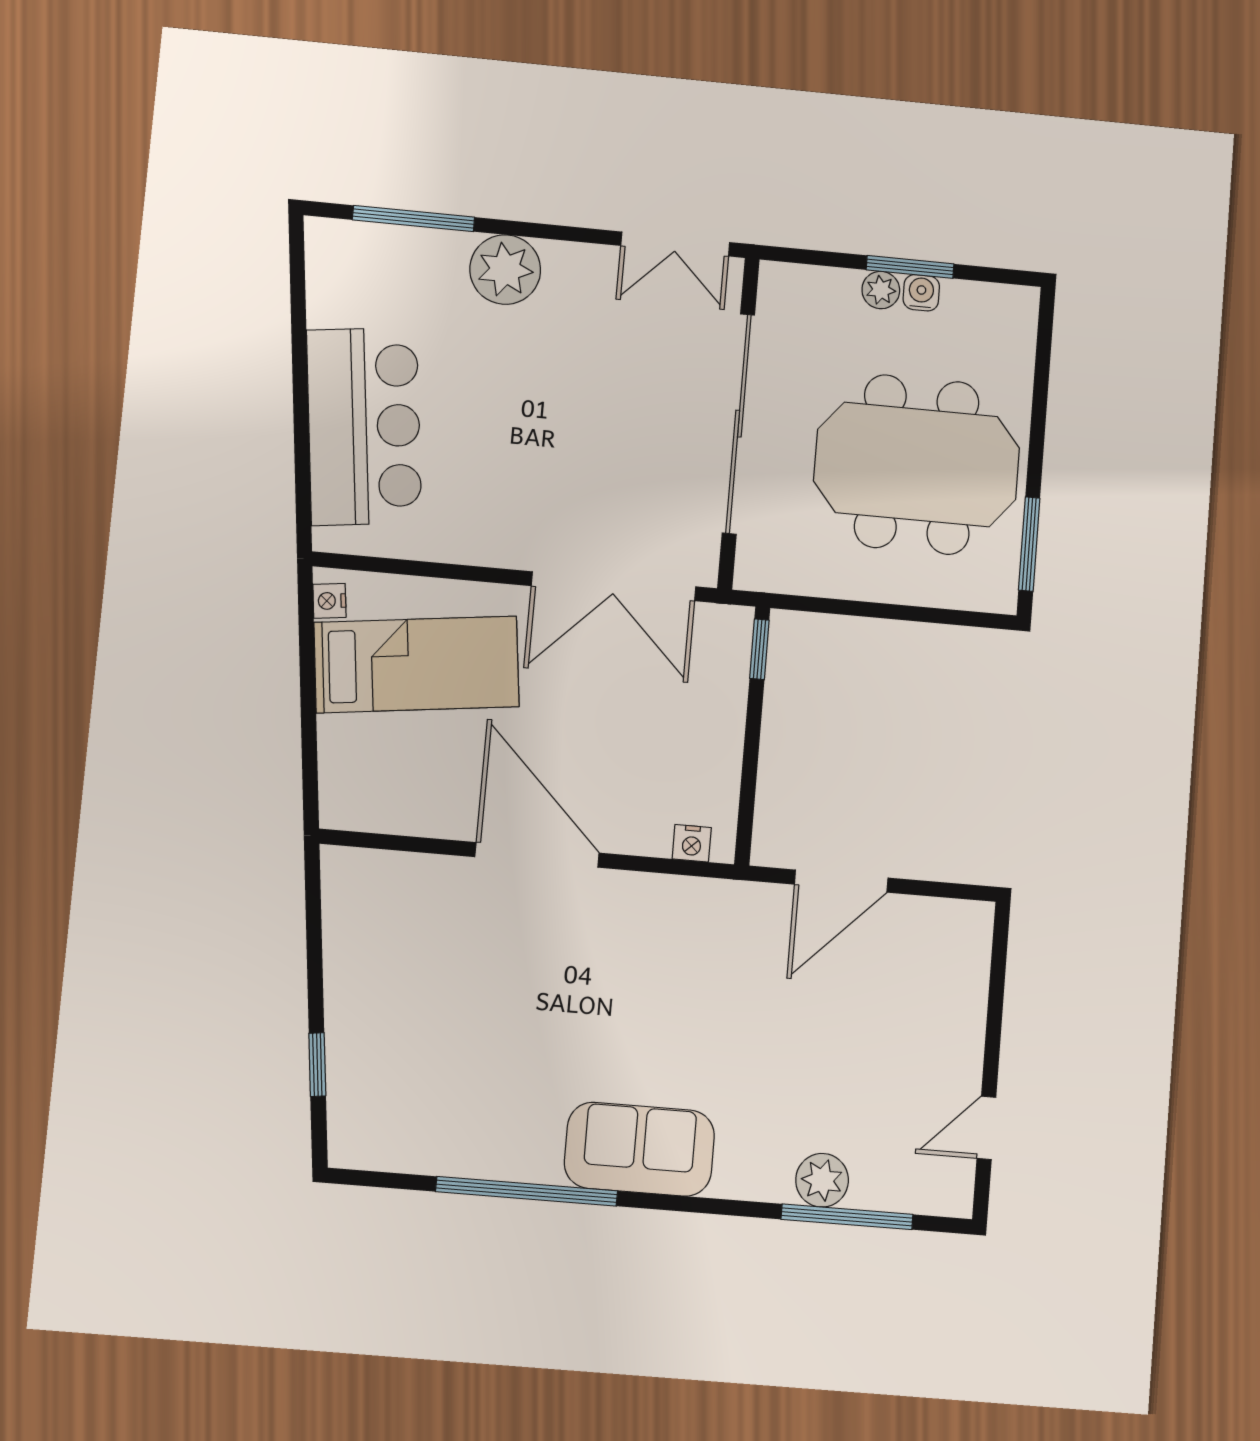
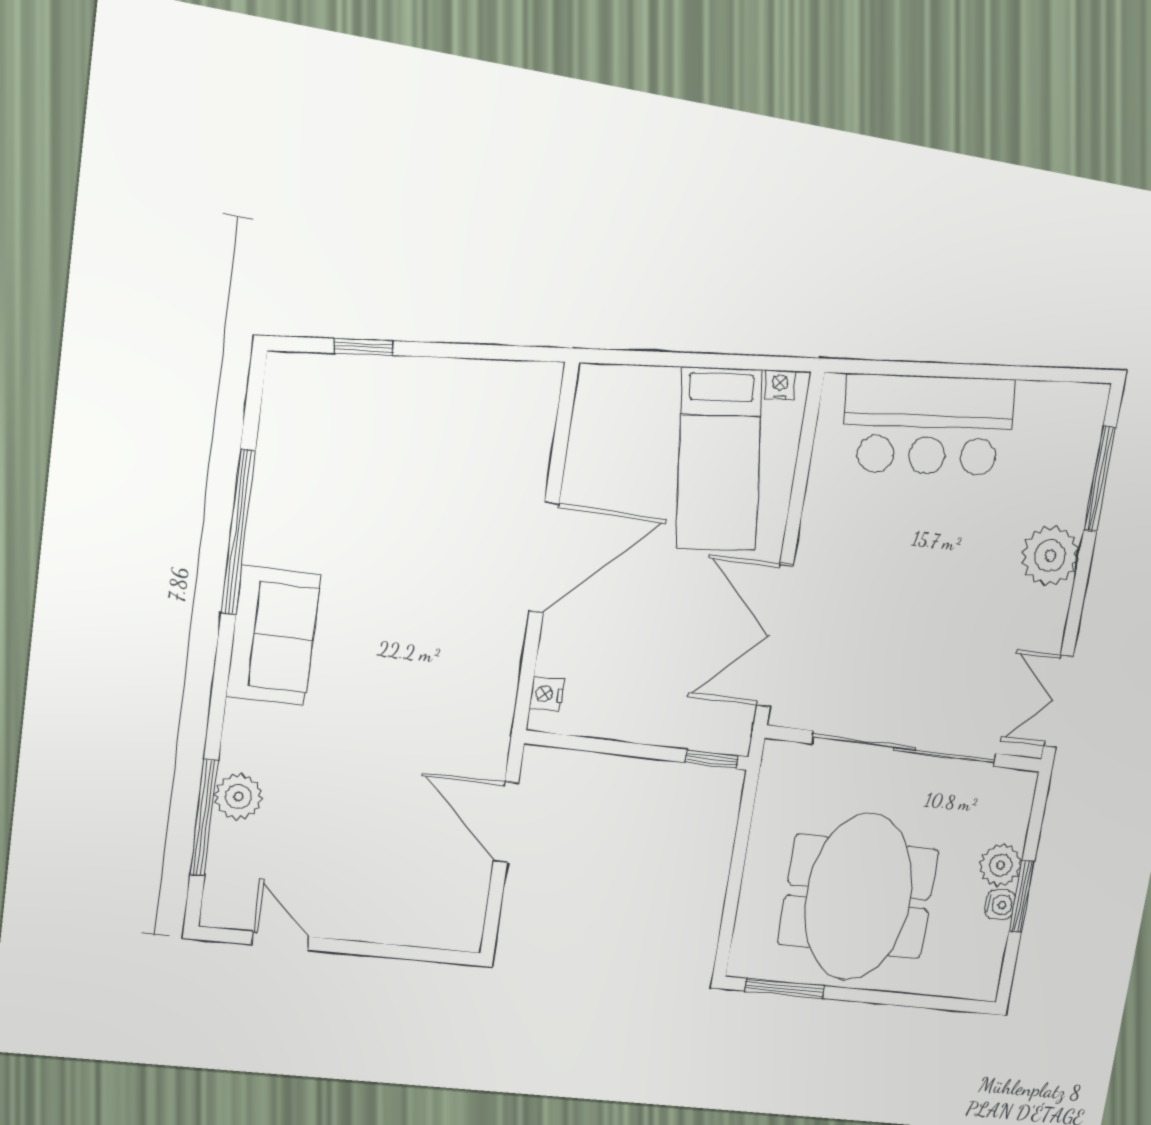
plant: (881, 290) -> (1000, 865), width x1.38, depth x1.38

